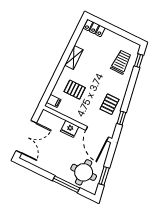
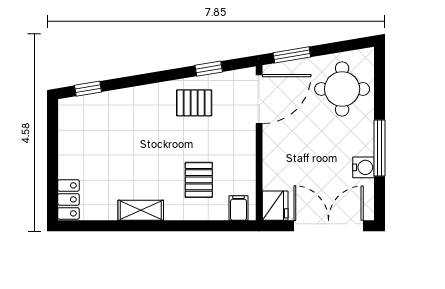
trolley: (121, 62) -> (107, 120), removed
fridge: (70, 129) -> (275, 206), moved
water cooler: (44, 165) -> (364, 167), added
window: (104, 176) -> (292, 55), moved
window: (66, 184) -> (380, 148), moved

